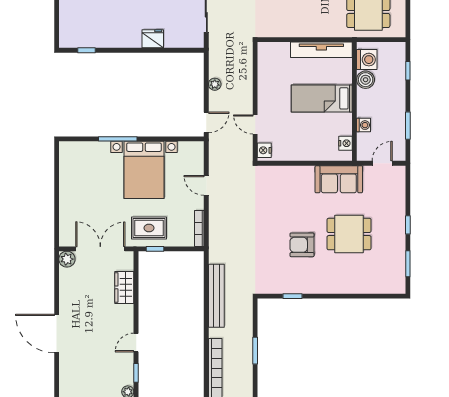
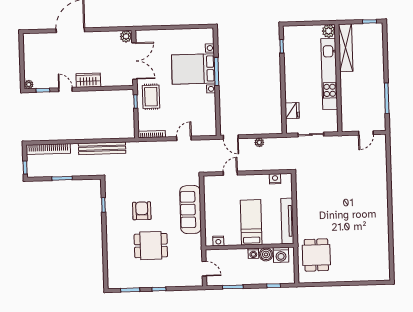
fridge: (153, 39) -> (292, 111), moved
washing machine: (364, 125) -> (253, 253), moved
nightstand: (264, 150) -> (275, 179), moved
bed with nightstands: (144, 170) -> (193, 69), moved
sofa: (339, 179) -> (191, 210), moved, width x1.36
dining table: (349, 234) -> (151, 246), turned 90
wardrobe: (124, 287) -> (88, 80), moved

